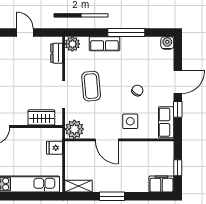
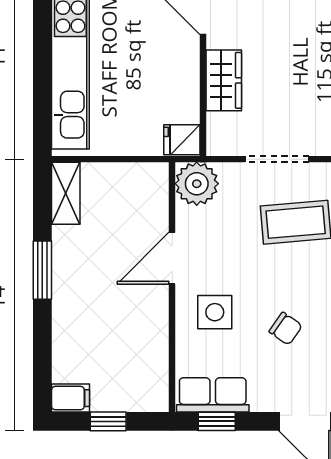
window: (178, 109) -> (217, 421), moved
wardrobe: (41, 117) -> (224, 80), moved
fridge: (54, 148) -> (182, 140), moved, turned -90
filing cabinet: (161, 184) -> (71, 398), width x0.50

